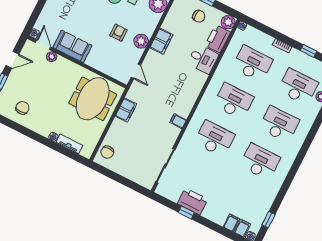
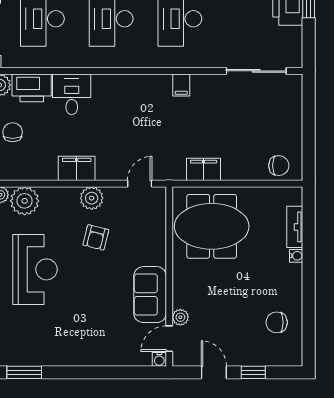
armchair: (118, 33) -> (96, 237), turned -76

